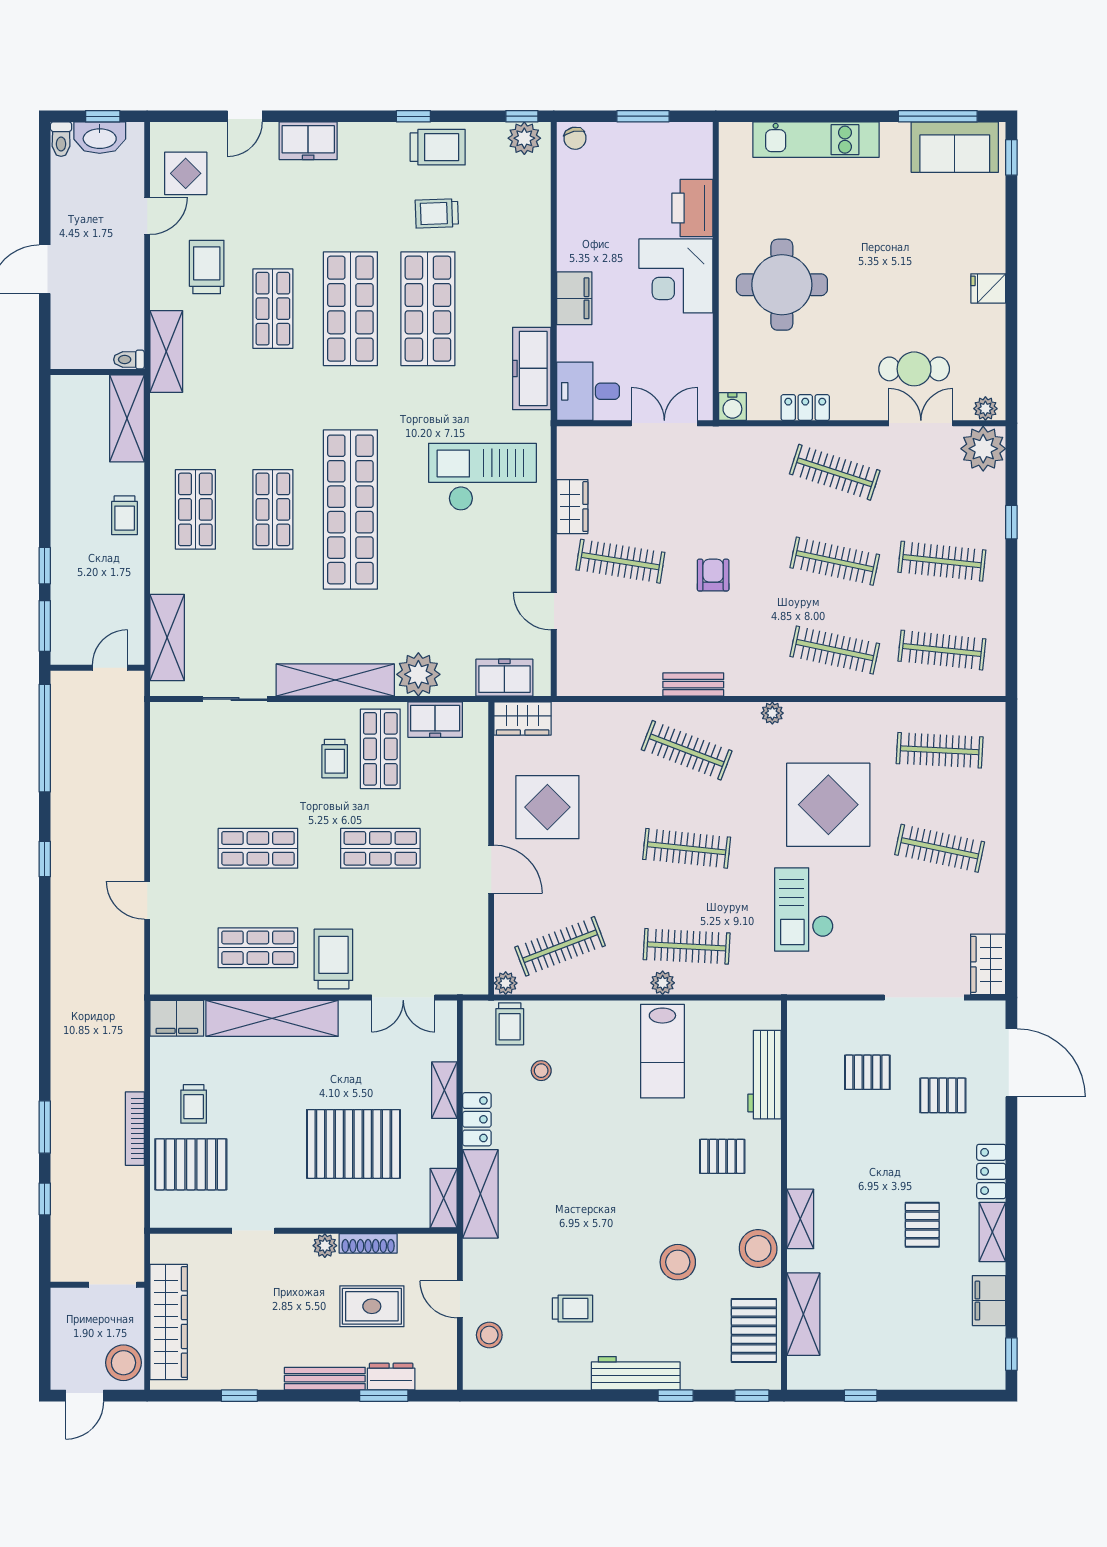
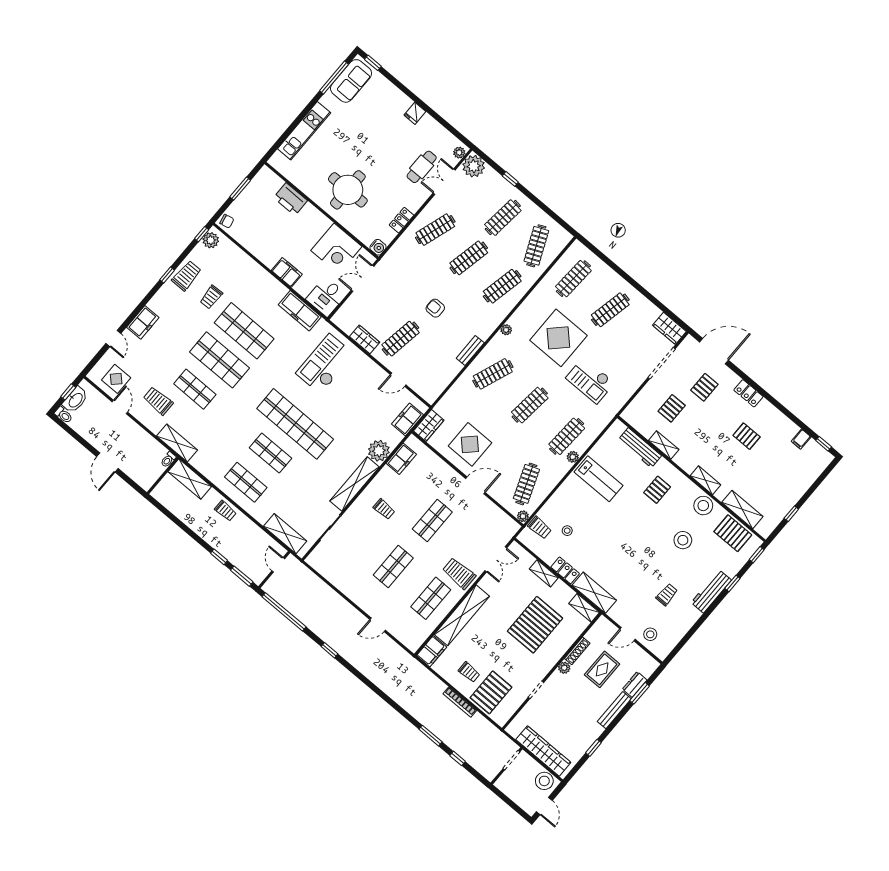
corner desk: (676, 276) -> (336, 249), moved
clothes rail: (942, 650) -> (536, 246), turned -30
shop shelf: (380, 749) -> (395, 489), removed
shelving: (992, 1232) -> (664, 445), moved
filing cabinet: (989, 1301) -> (801, 439), width x0.50

